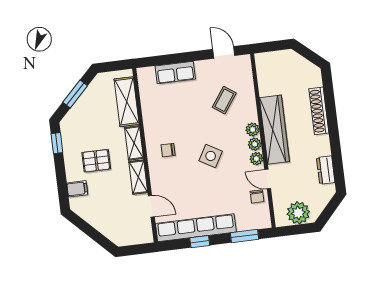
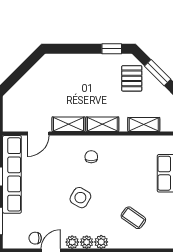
shelving: (127, 102) -> (144, 124), width x0.67, depth x0.75
pallet: (96, 161) -> (132, 78), moved
filing cabinet: (77, 189) -> (65, 63), removed

